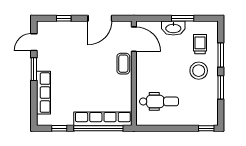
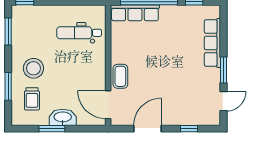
window: (221, 87) -> (8, 32), moved
row of seats: (103, 119) -> (135, 13), width x0.73

